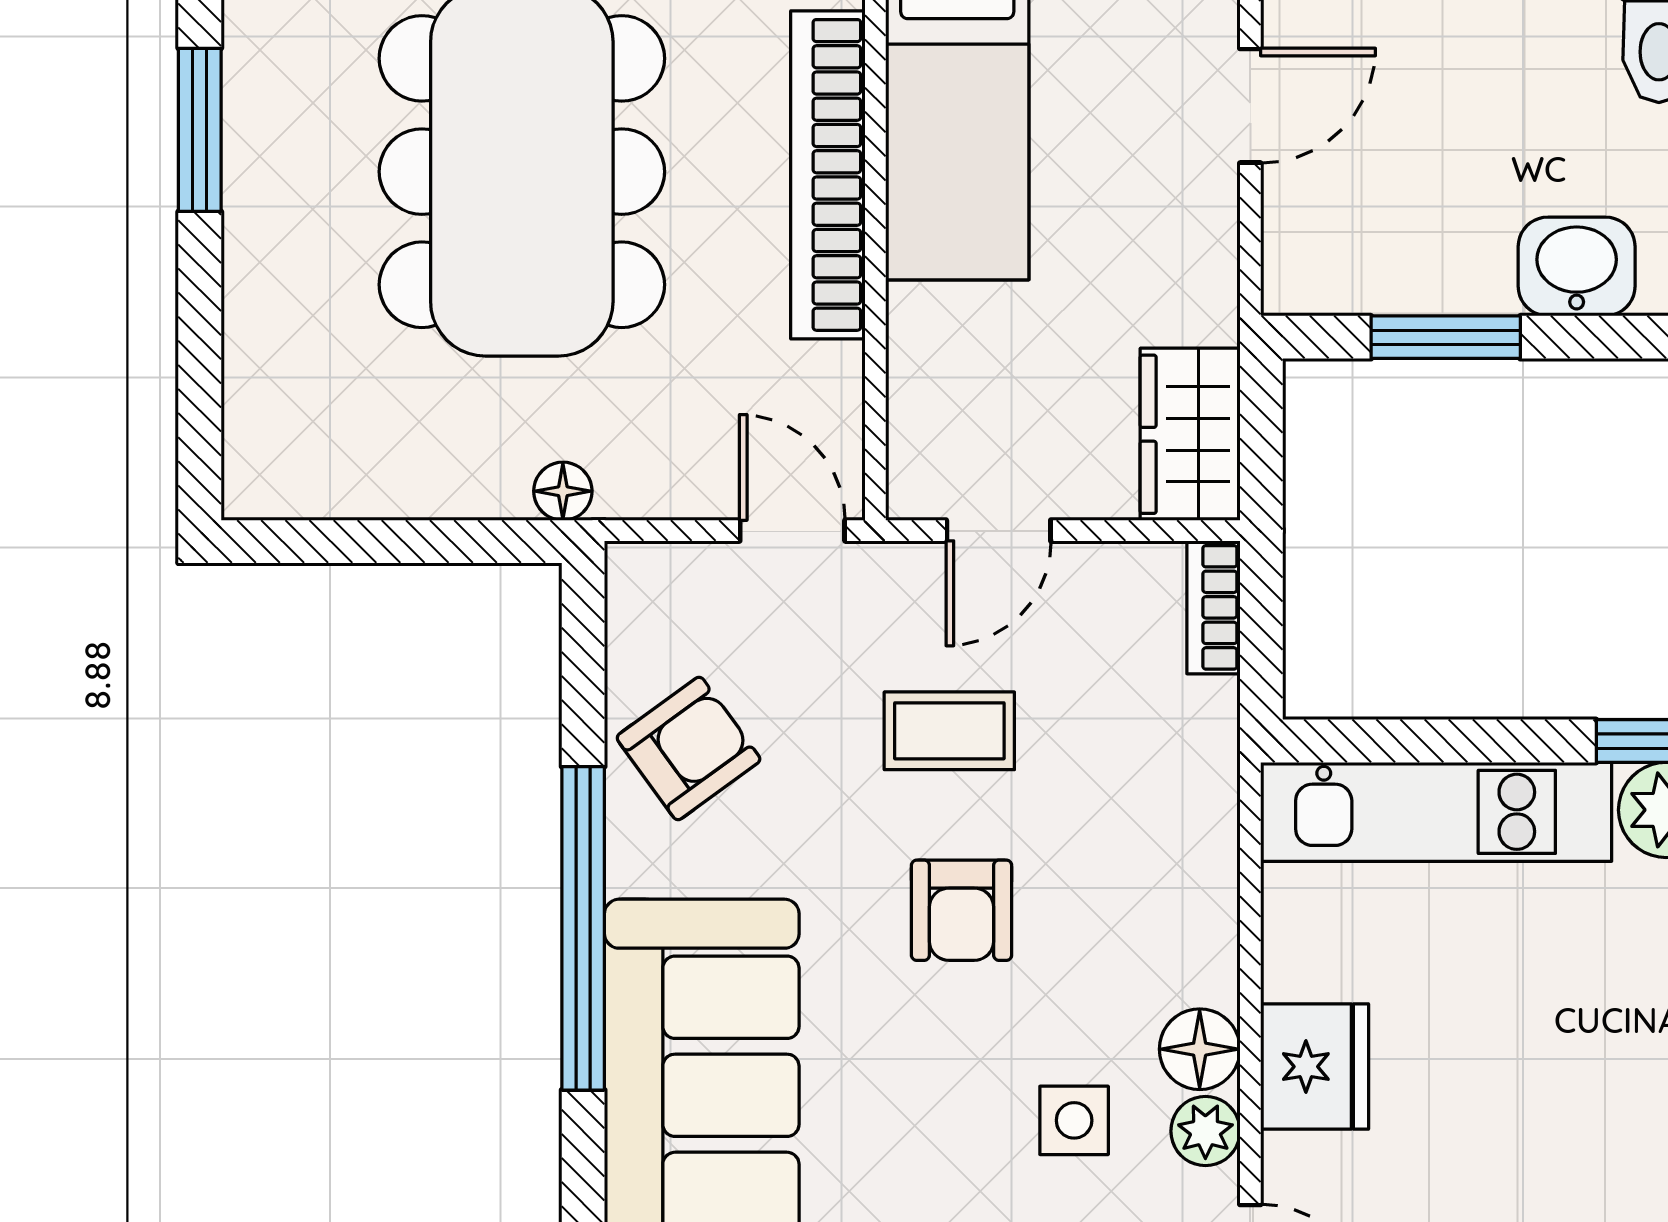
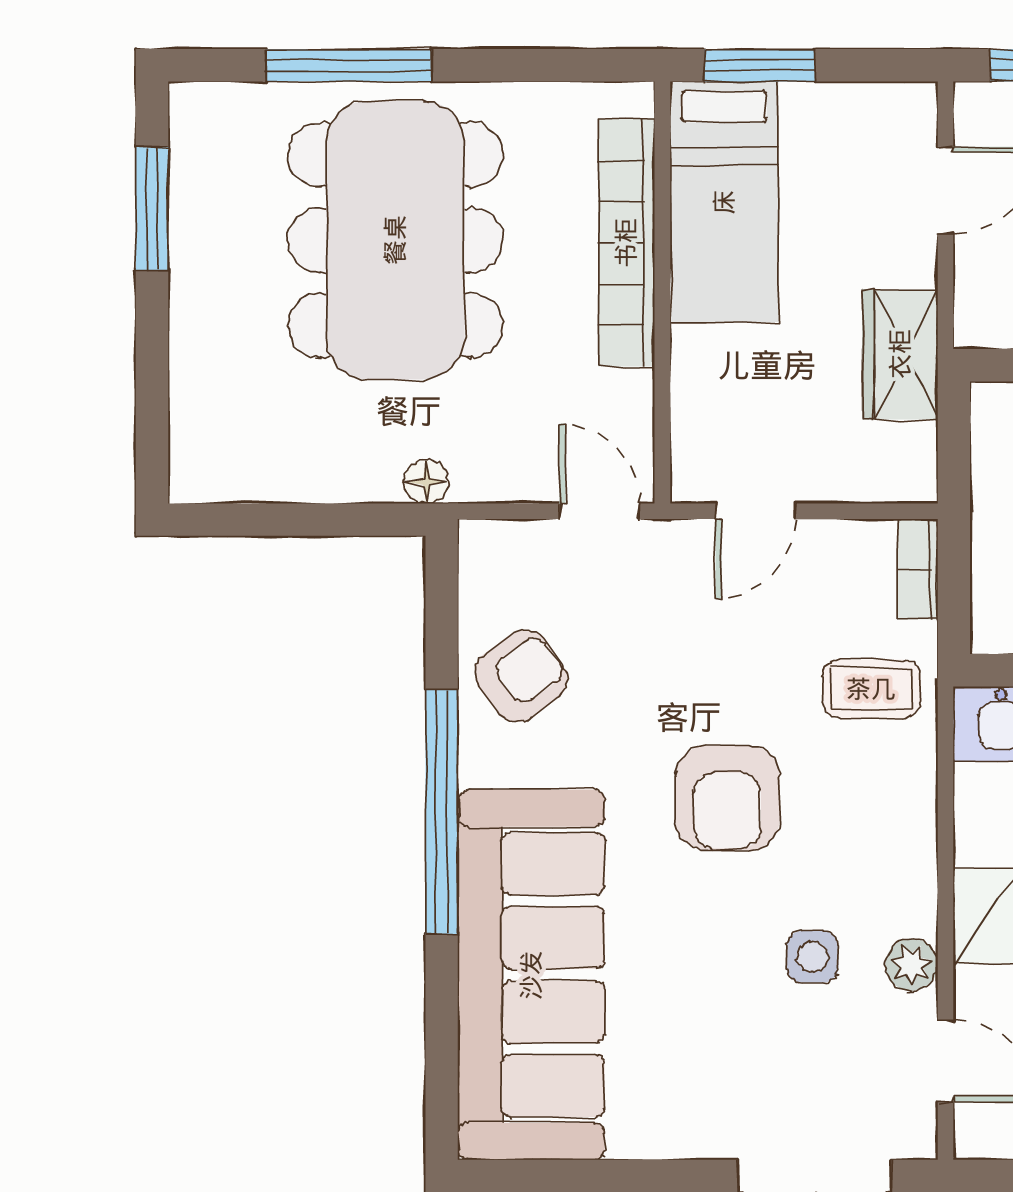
wardrobe: (1190, 434) -> (900, 354), moved
coffee table: (949, 731) -> (871, 689), moved
armchair: (962, 910) -> (727, 798), width x1.38, depth x1.38
floor lamp: (1200, 1049) -> (907, 903), removed

